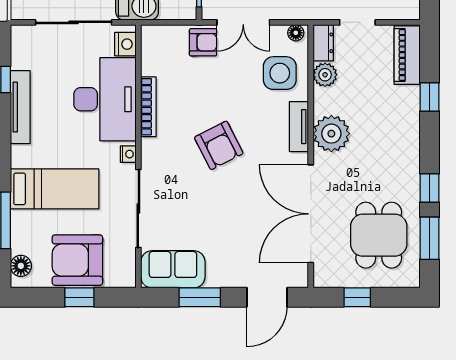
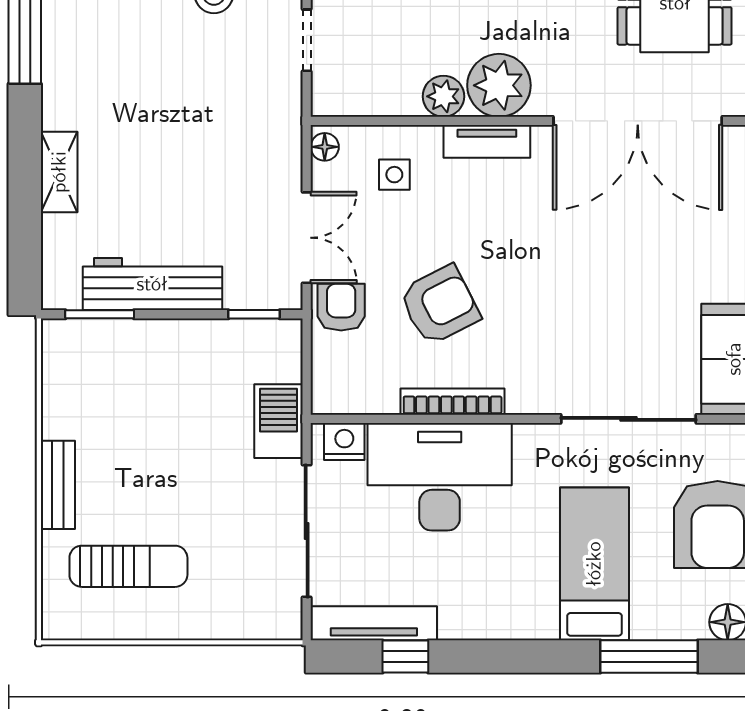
dresser: (323, 43) -> (342, 99), removed
side table: (280, 73) -> (394, 175), width x0.54, depth x0.54
plant: (325, 75) -> (443, 96), moved
tv unit: (20, 107) -> (374, 623), moved
armchair: (219, 145) -> (440, 305), moved
nightstand: (128, 154) -> (534, 437), removed

